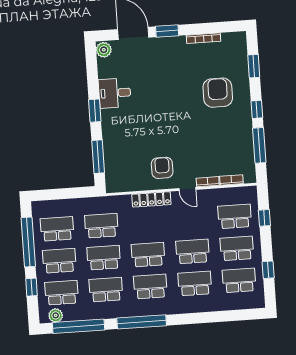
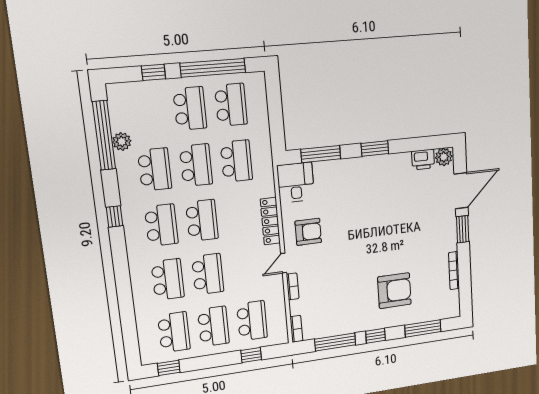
window: (254, 66) -> (423, 328), width x1.44
printer: (105, 68) -> (423, 159), added
desk: (115, 93) -> (296, 182), moved
bookcase: (231, 180) -> (296, 329), moved
window: (268, 270) -> (169, 368), moved
school desk: (62, 293) -> (148, 112), removed
plant: (56, 315) -> (122, 141), moved
window: (142, 322) -> (115, 216), width x0.32

